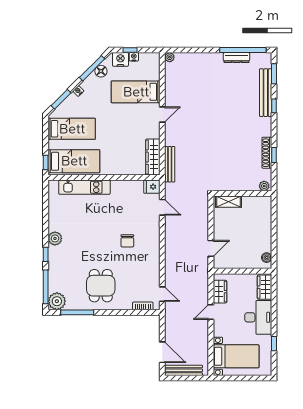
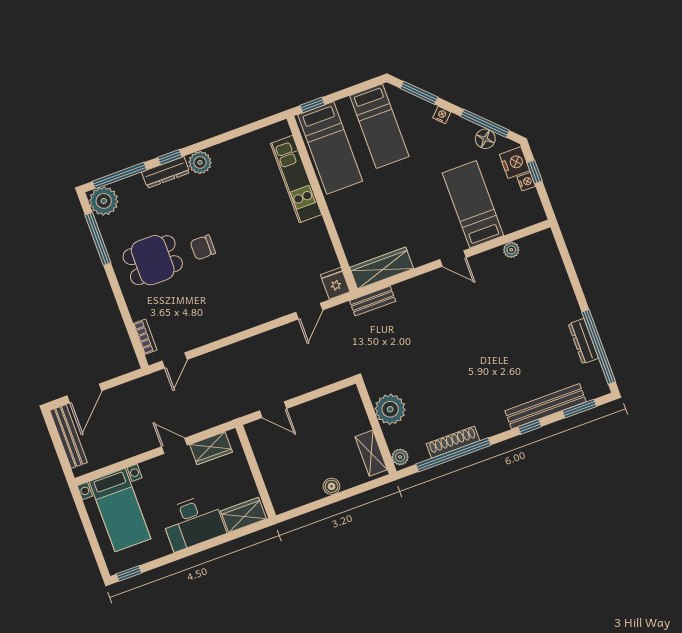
plant: (170, 57) -> (511, 250), moved
window: (274, 155) -> (453, 455), width x3.17
bench: (170, 164) -> (373, 301), width x0.73
plant: (235, 182) -> (390, 409), added
shelving: (229, 202) -> (371, 453), moved
chair: (127, 241) -> (203, 247), moved
boiler: (267, 258) -> (332, 486), moved
dresser: (53, 260) -> (166, 172), added
window: (274, 344) -> (129, 574), moved

